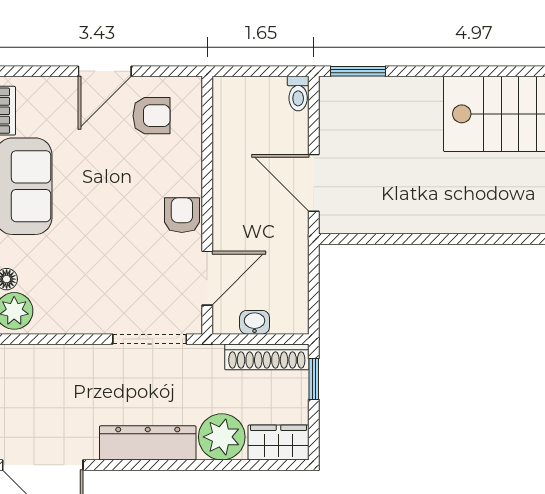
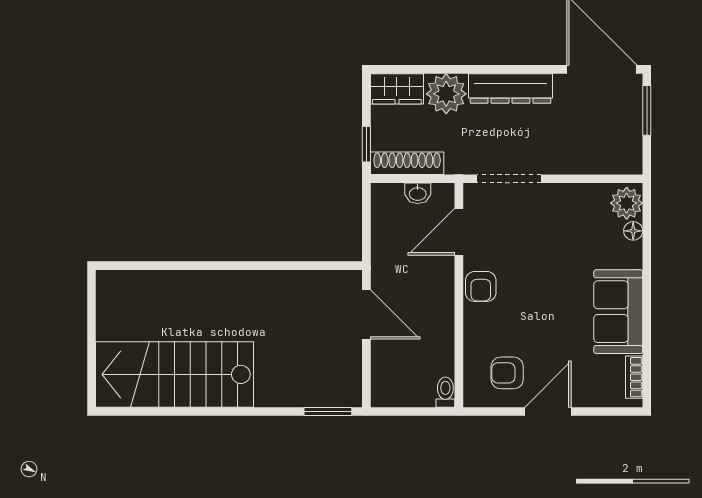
toilet: (298, 94) -> (445, 392), moved

